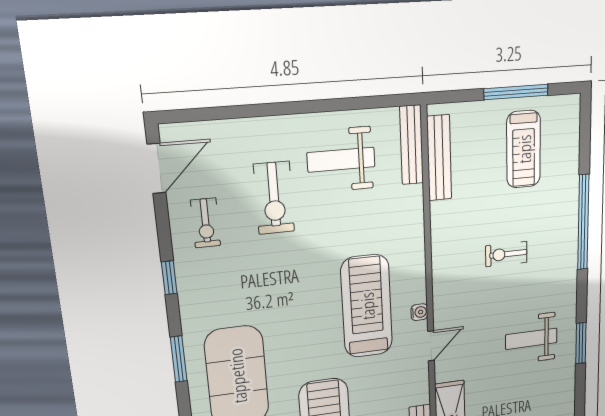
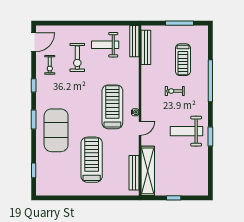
treadmill: (524, 149) -> (183, 60), moved
weight bench: (531, 339) -> (186, 131), width x1.36, depth x1.33

